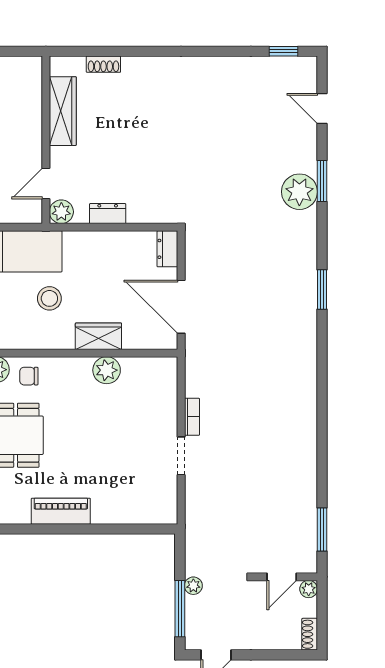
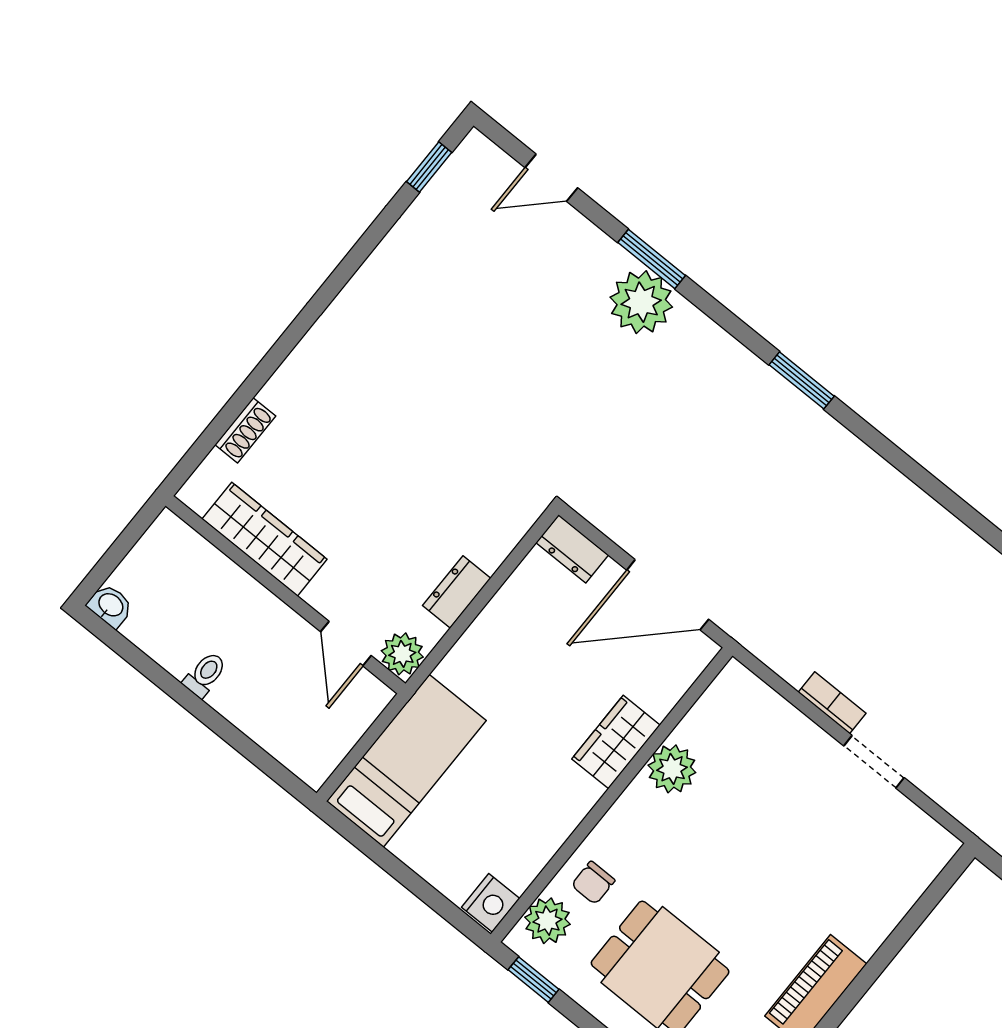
stool: (49, 298) -> (509, 767), removed

